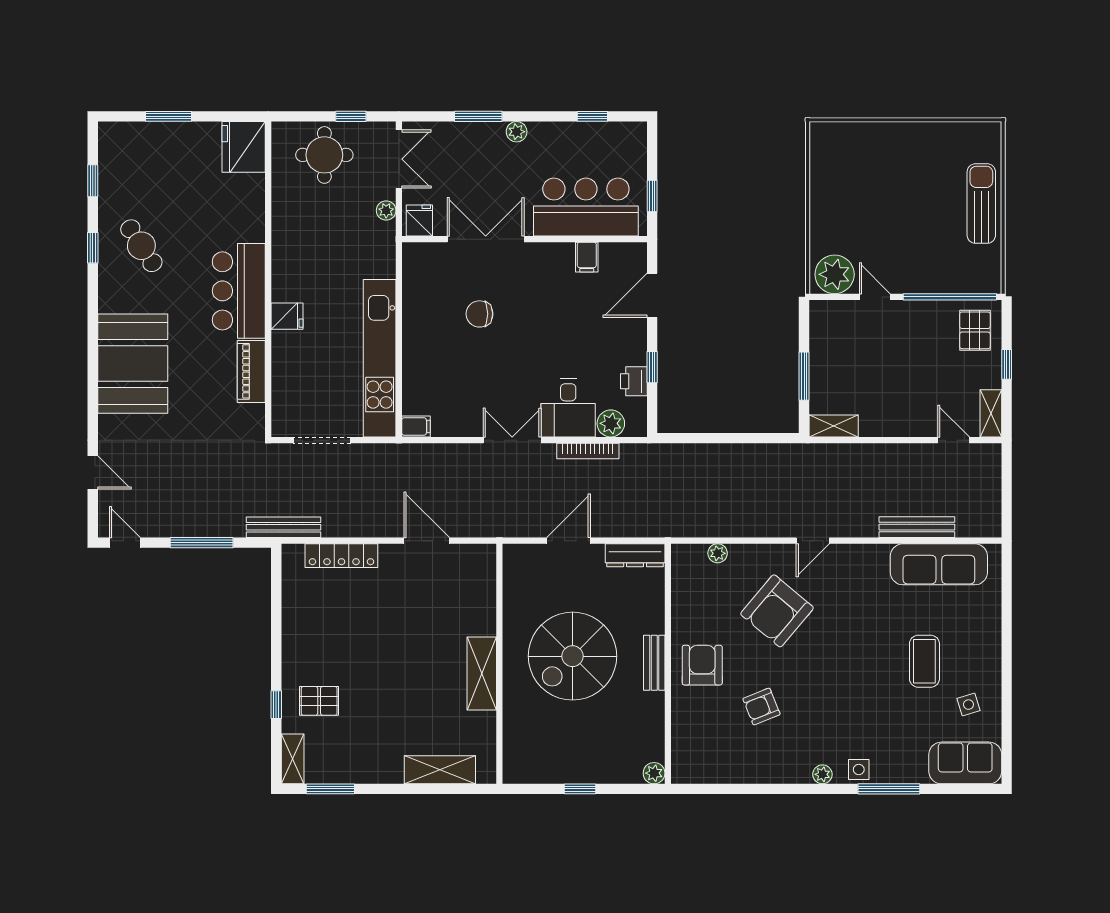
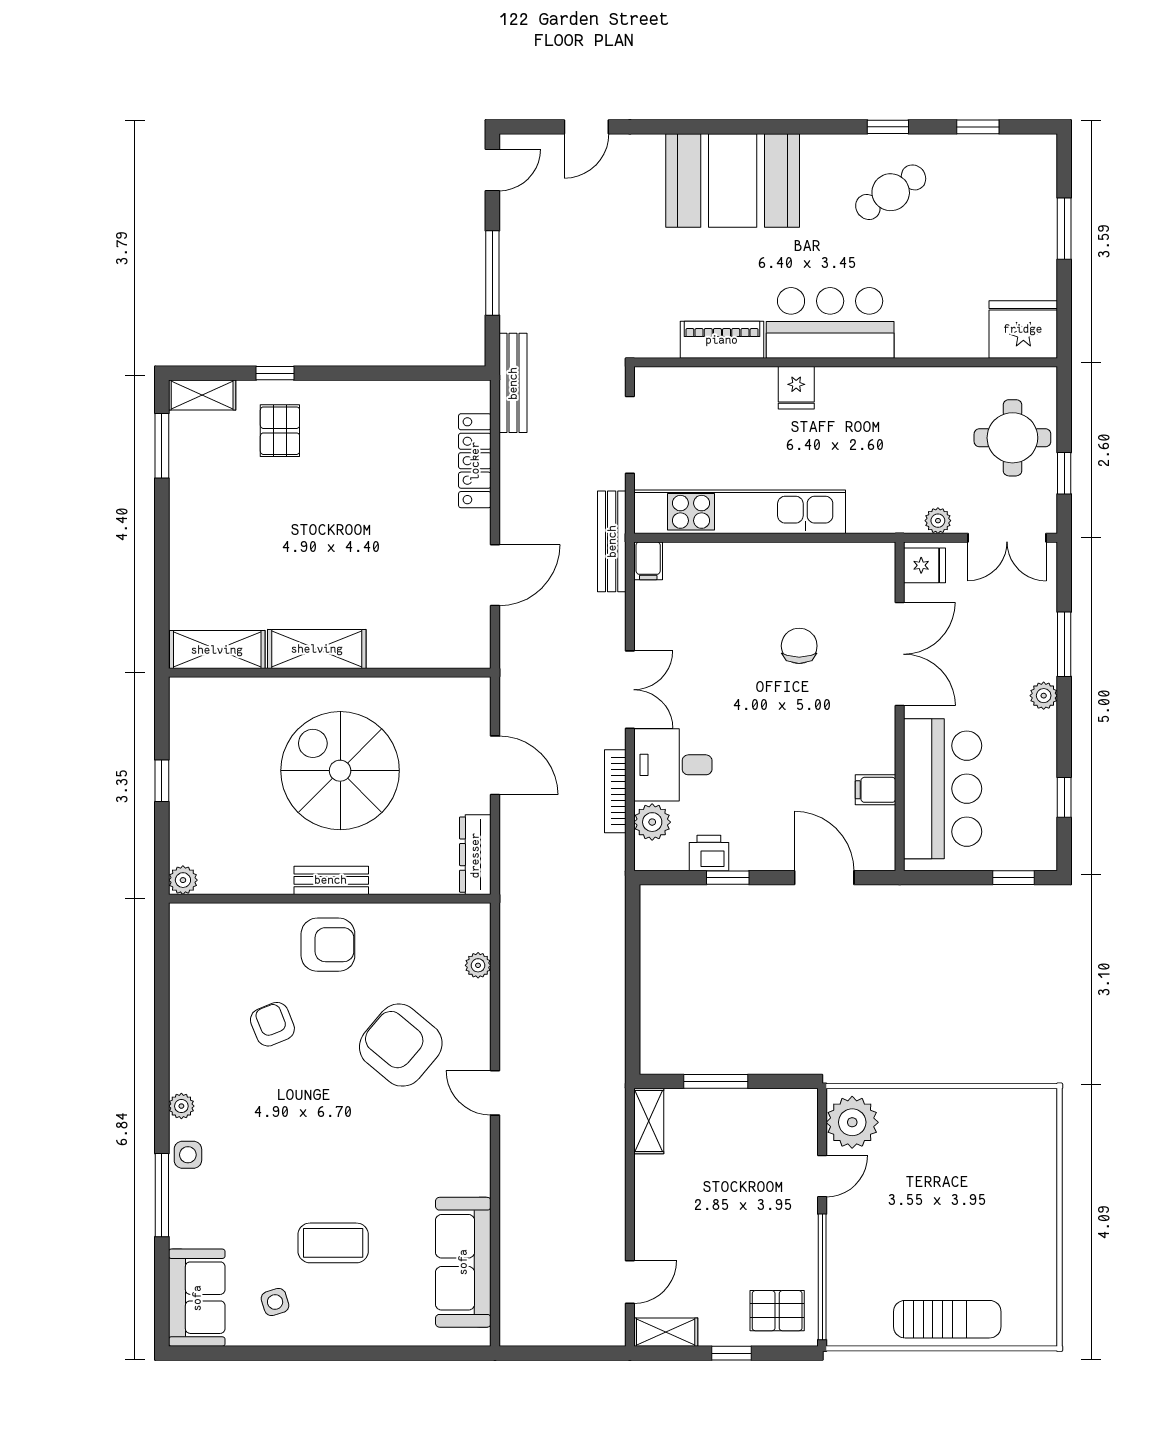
window: (652, 196) -> (1014, 878), moved
bench: (917, 527) -> (612, 541), moved
shelving: (440, 770) -> (217, 650), moved, turned 90

